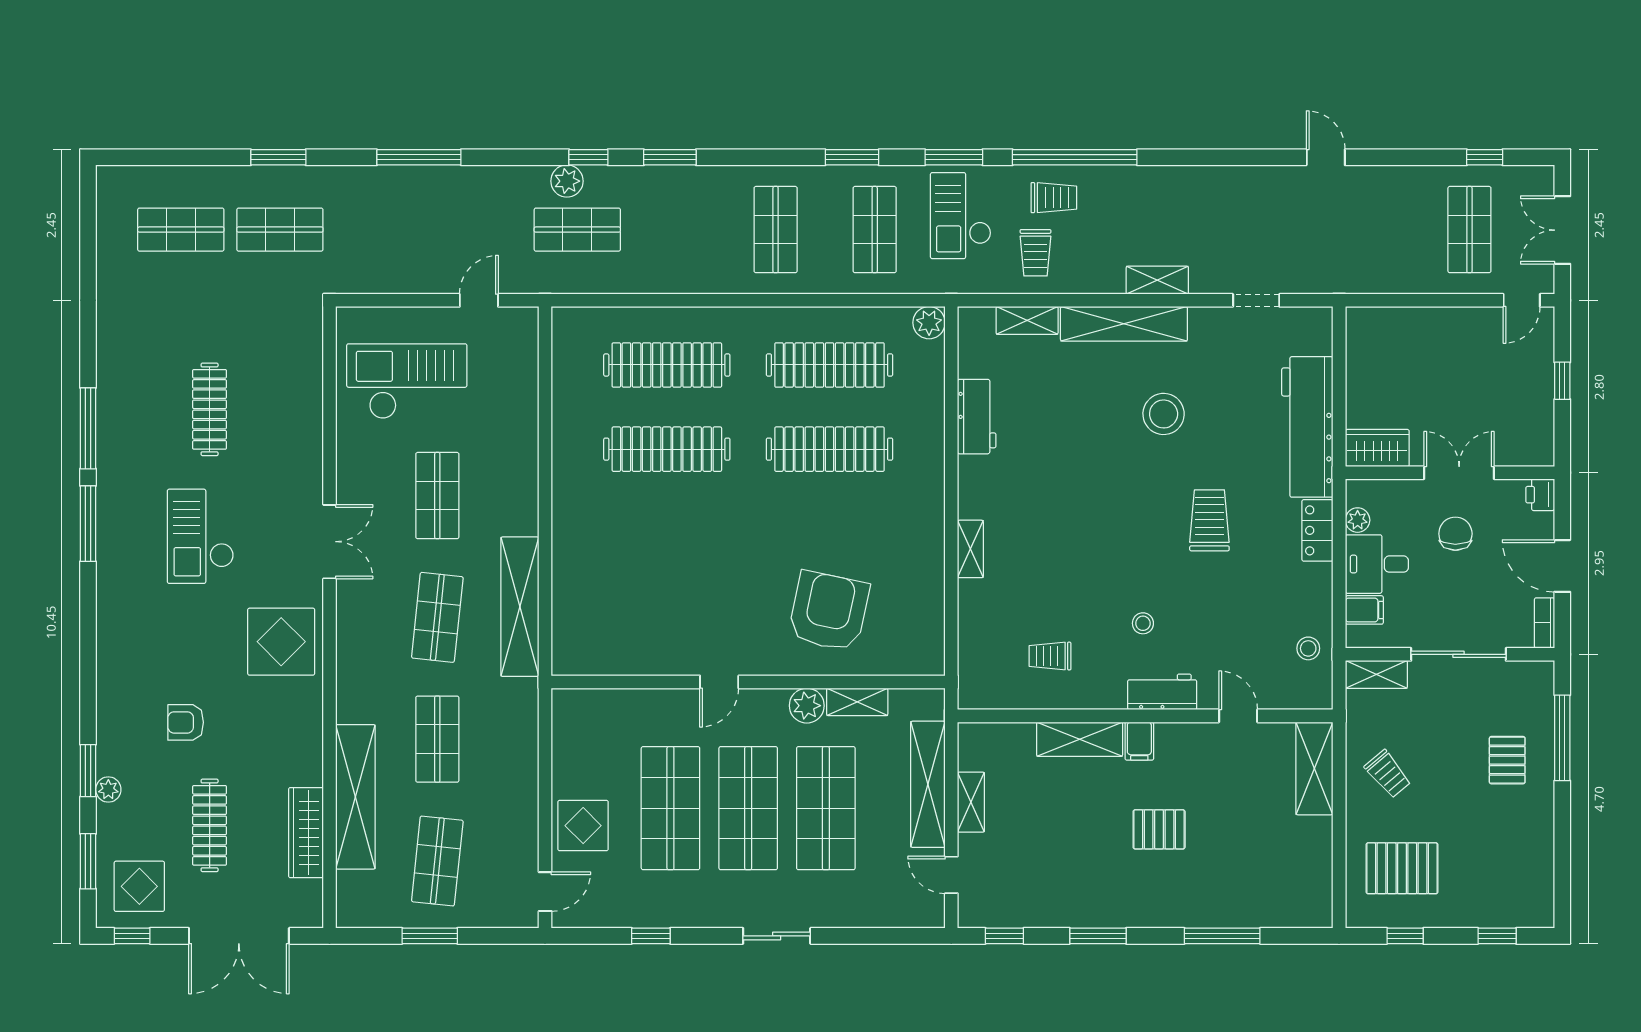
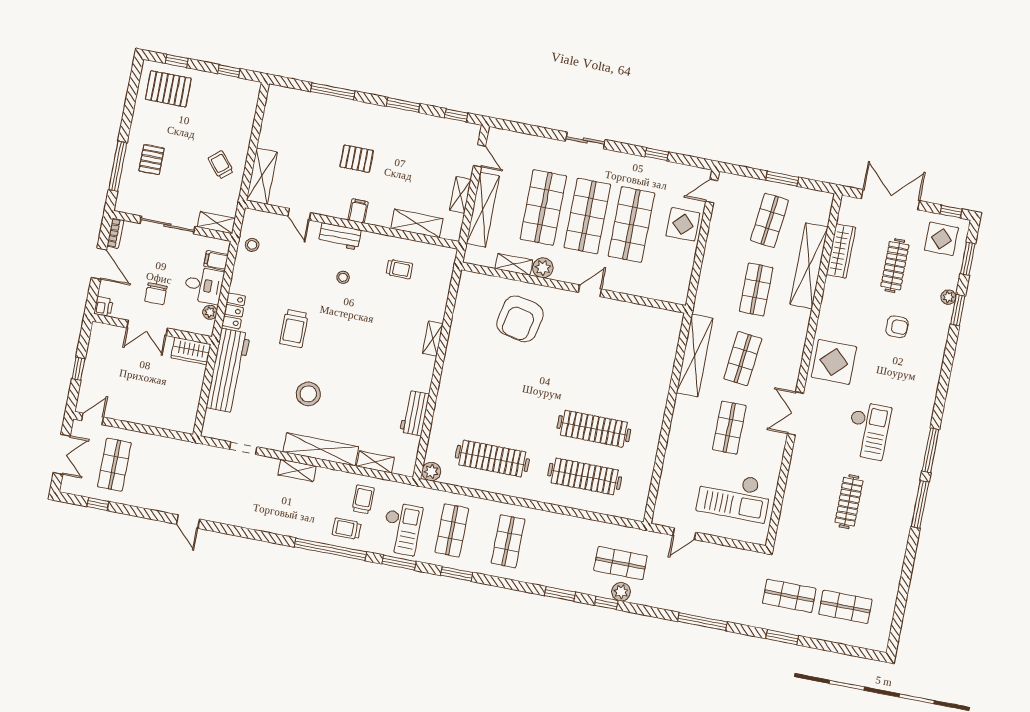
clothes rail: (830, 449) -> (502, 411), removed
shelving: (1080, 739) -> (417, 223), moved
pallet: (1402, 868) -> (168, 89), moved

